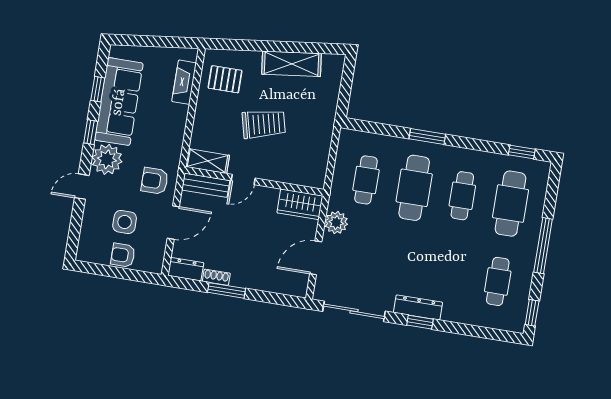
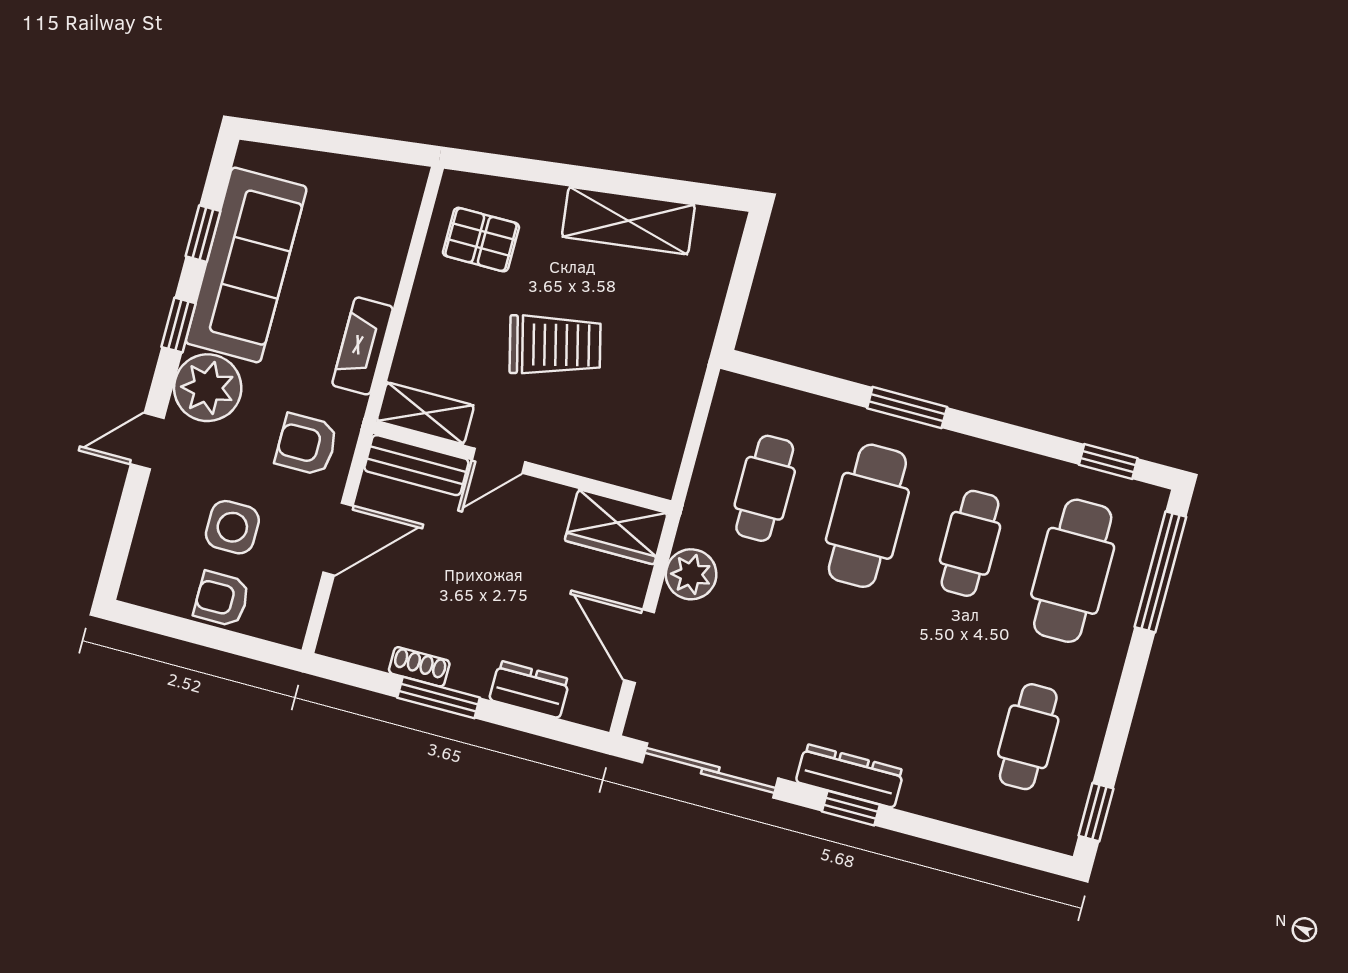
fireplace: (184, 82) -> (363, 346), moved
window: (543, 246) -> (1160, 572), moved
door: (316, 258) -> (639, 646), hinge flipped
dresser: (186, 269) -> (529, 689), moved

